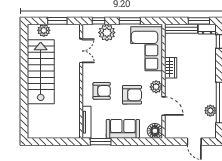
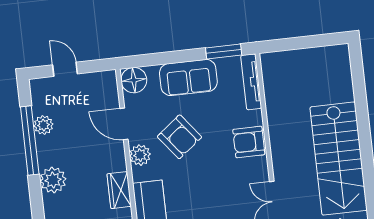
plant: (208, 78) -> (53, 180), added
armchair: (102, 91) -> (249, 142), moved
armchair: (132, 95) -> (179, 137), turned -128

